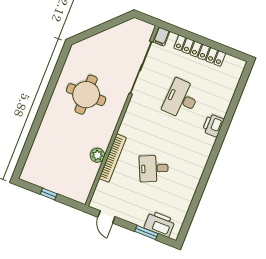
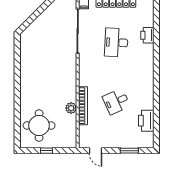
round table: (86, 95) -> (39, 126), moved
printer: (213, 125) -> (147, 35), moved
printer: (160, 224) -> (146, 121), moved, turned -90

